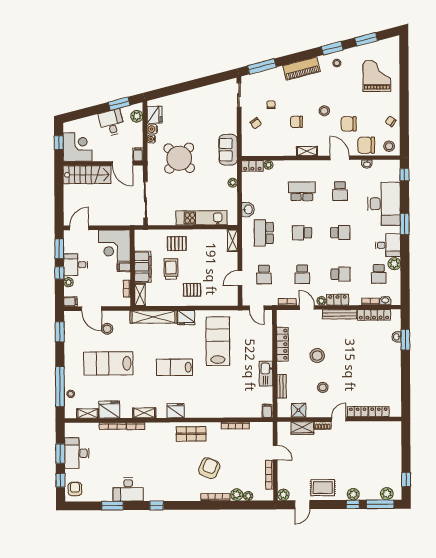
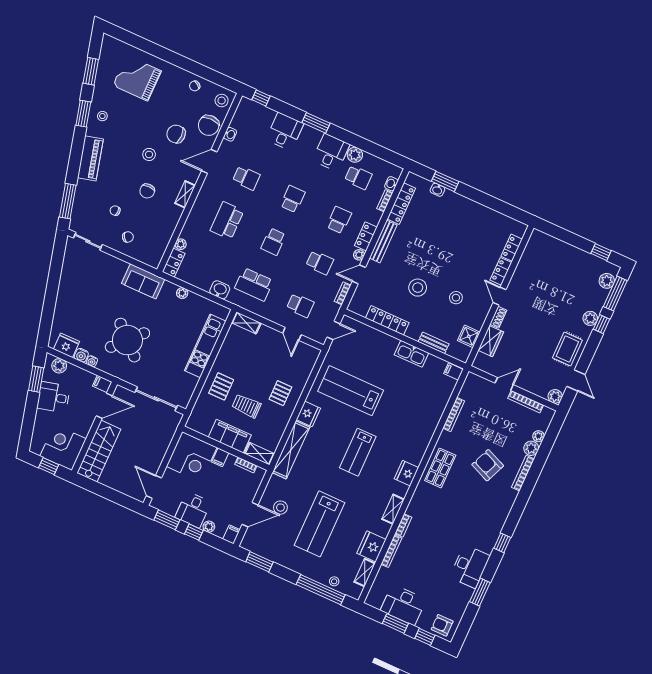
chair: (349, 124) -> (176, 134), turned 90
desk: (384, 204) -> (285, 131), width x0.53, depth x0.77

